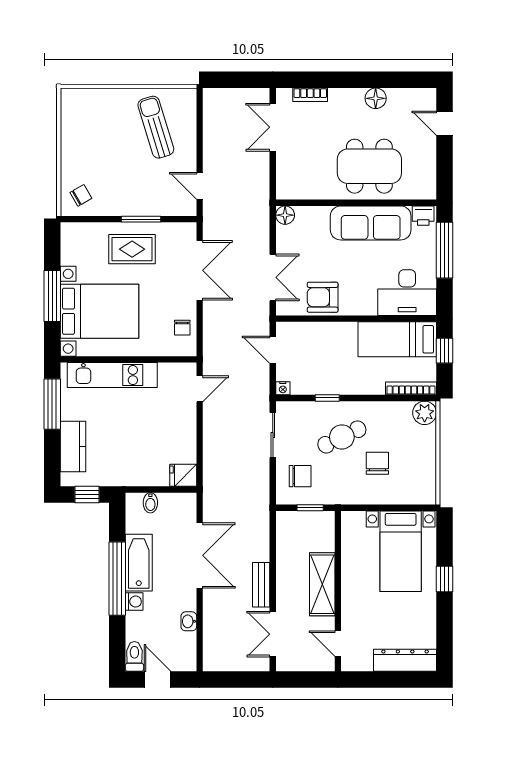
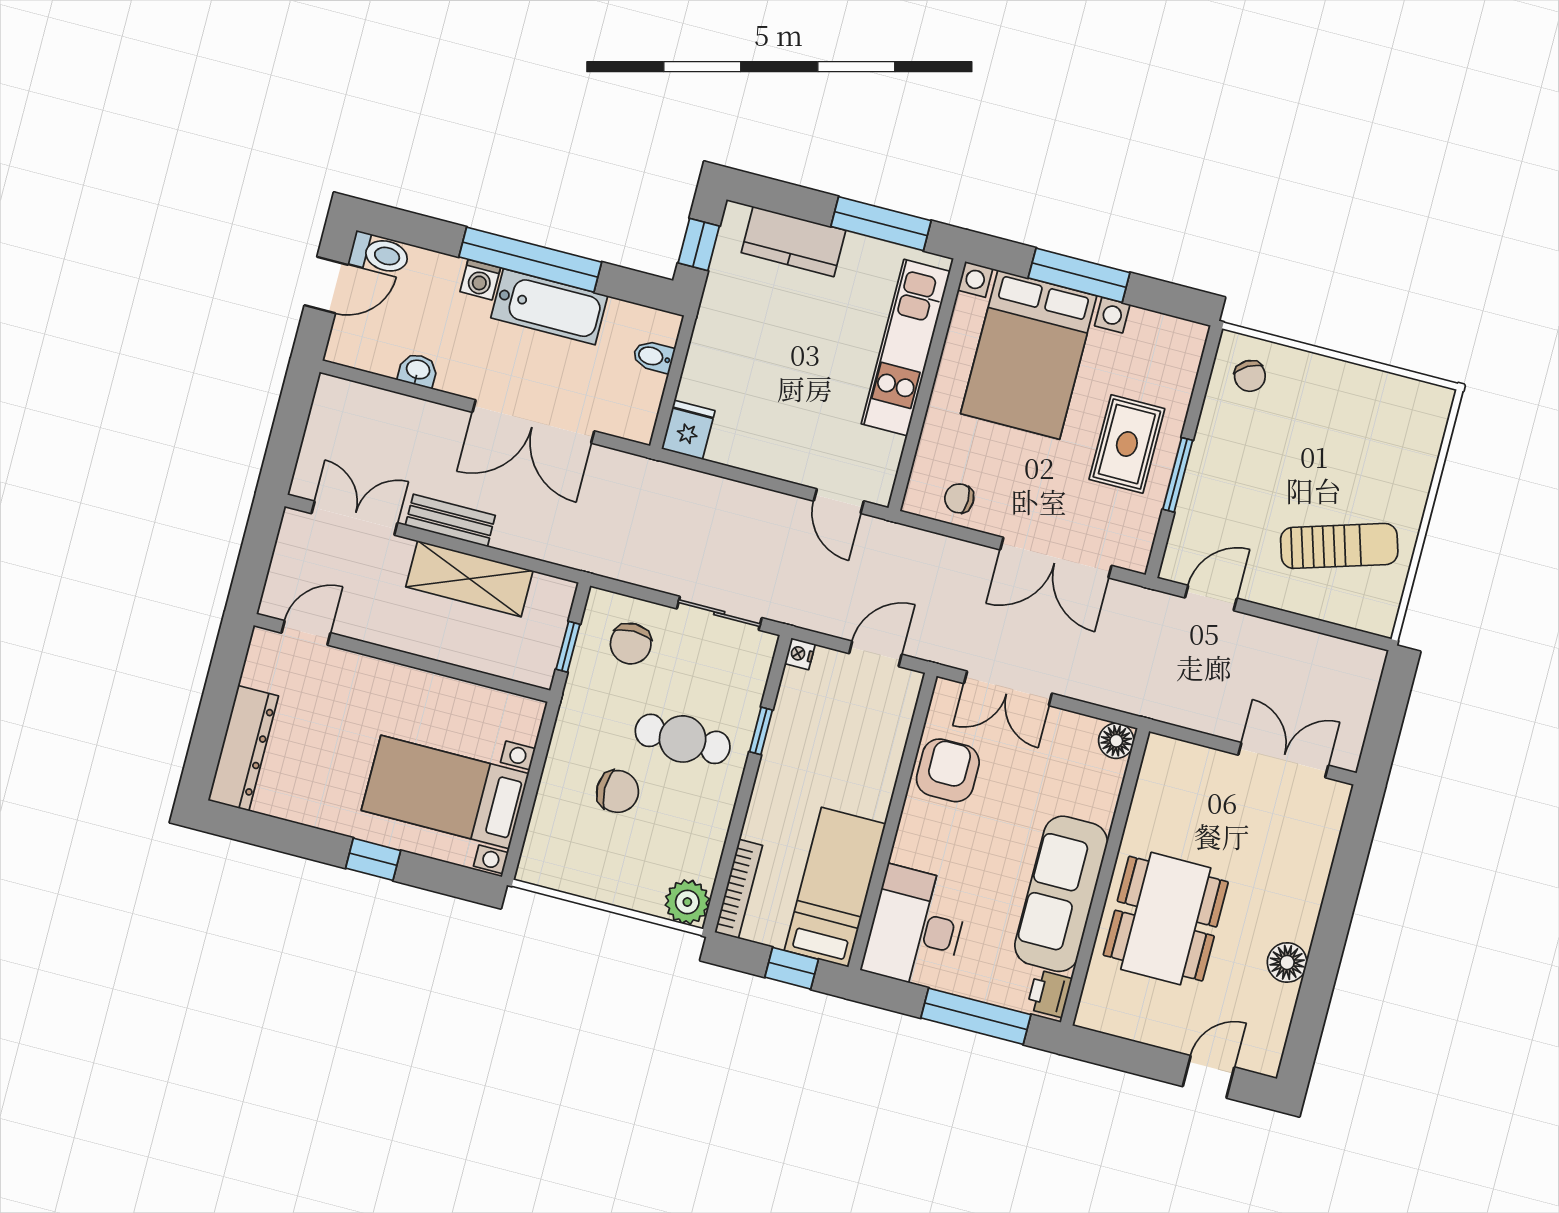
bookcase: (310, 95) -> (1325, 844), removed
cafe table: (342, 437) -> (683, 739), turned -64
shelving: (322, 584) -> (469, 579), moved

